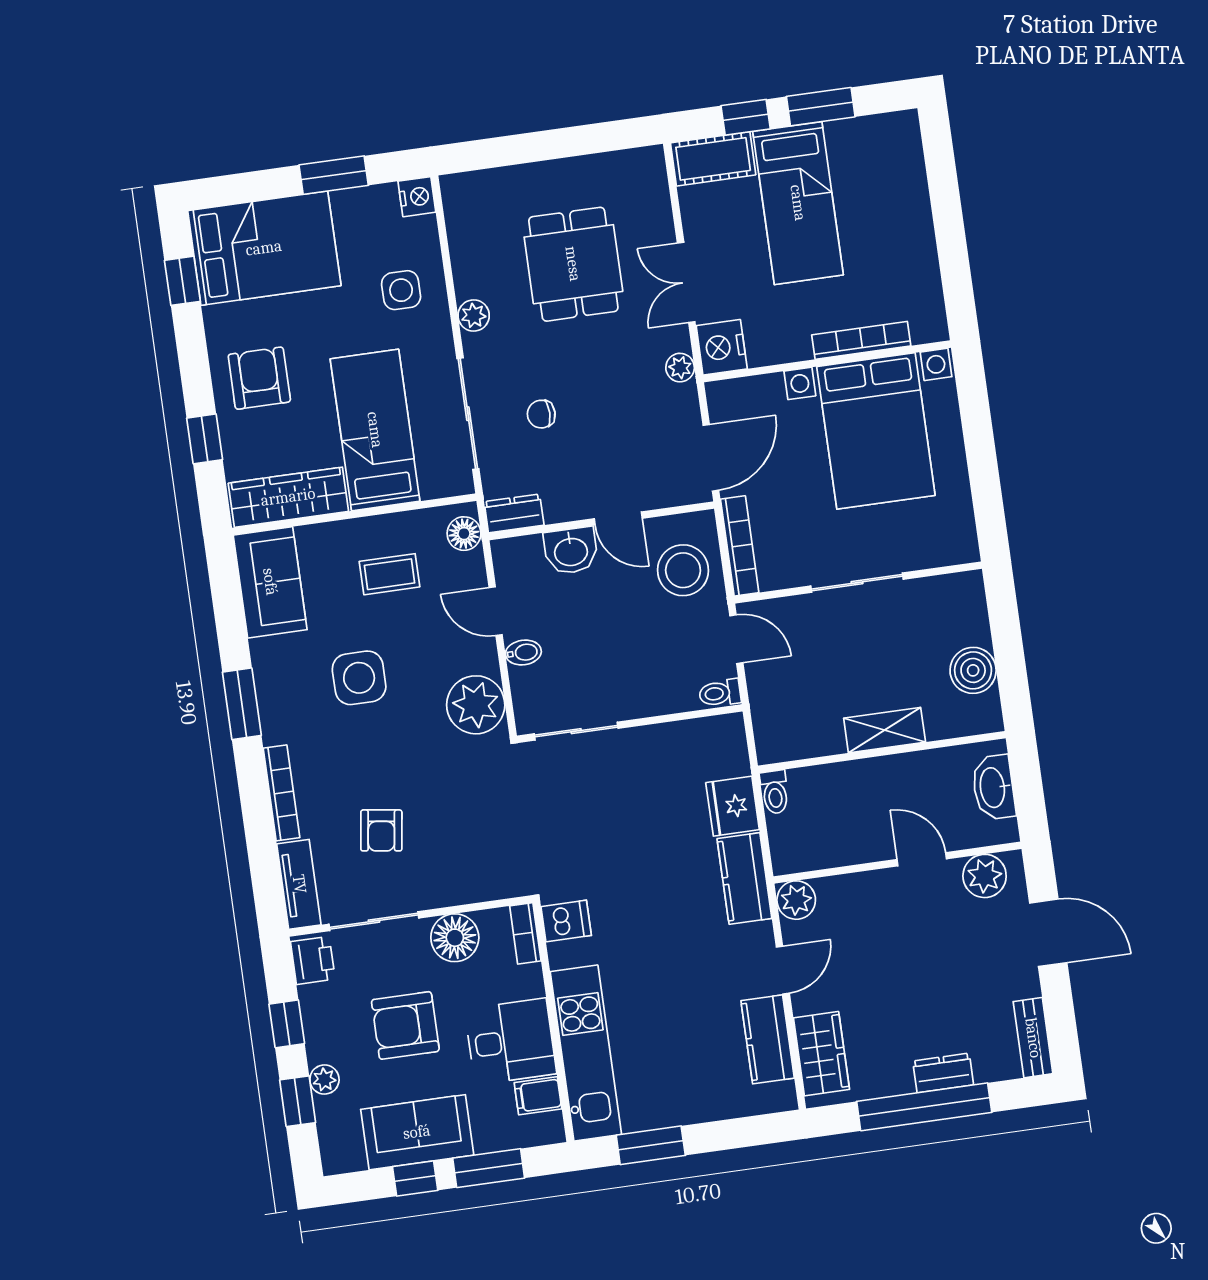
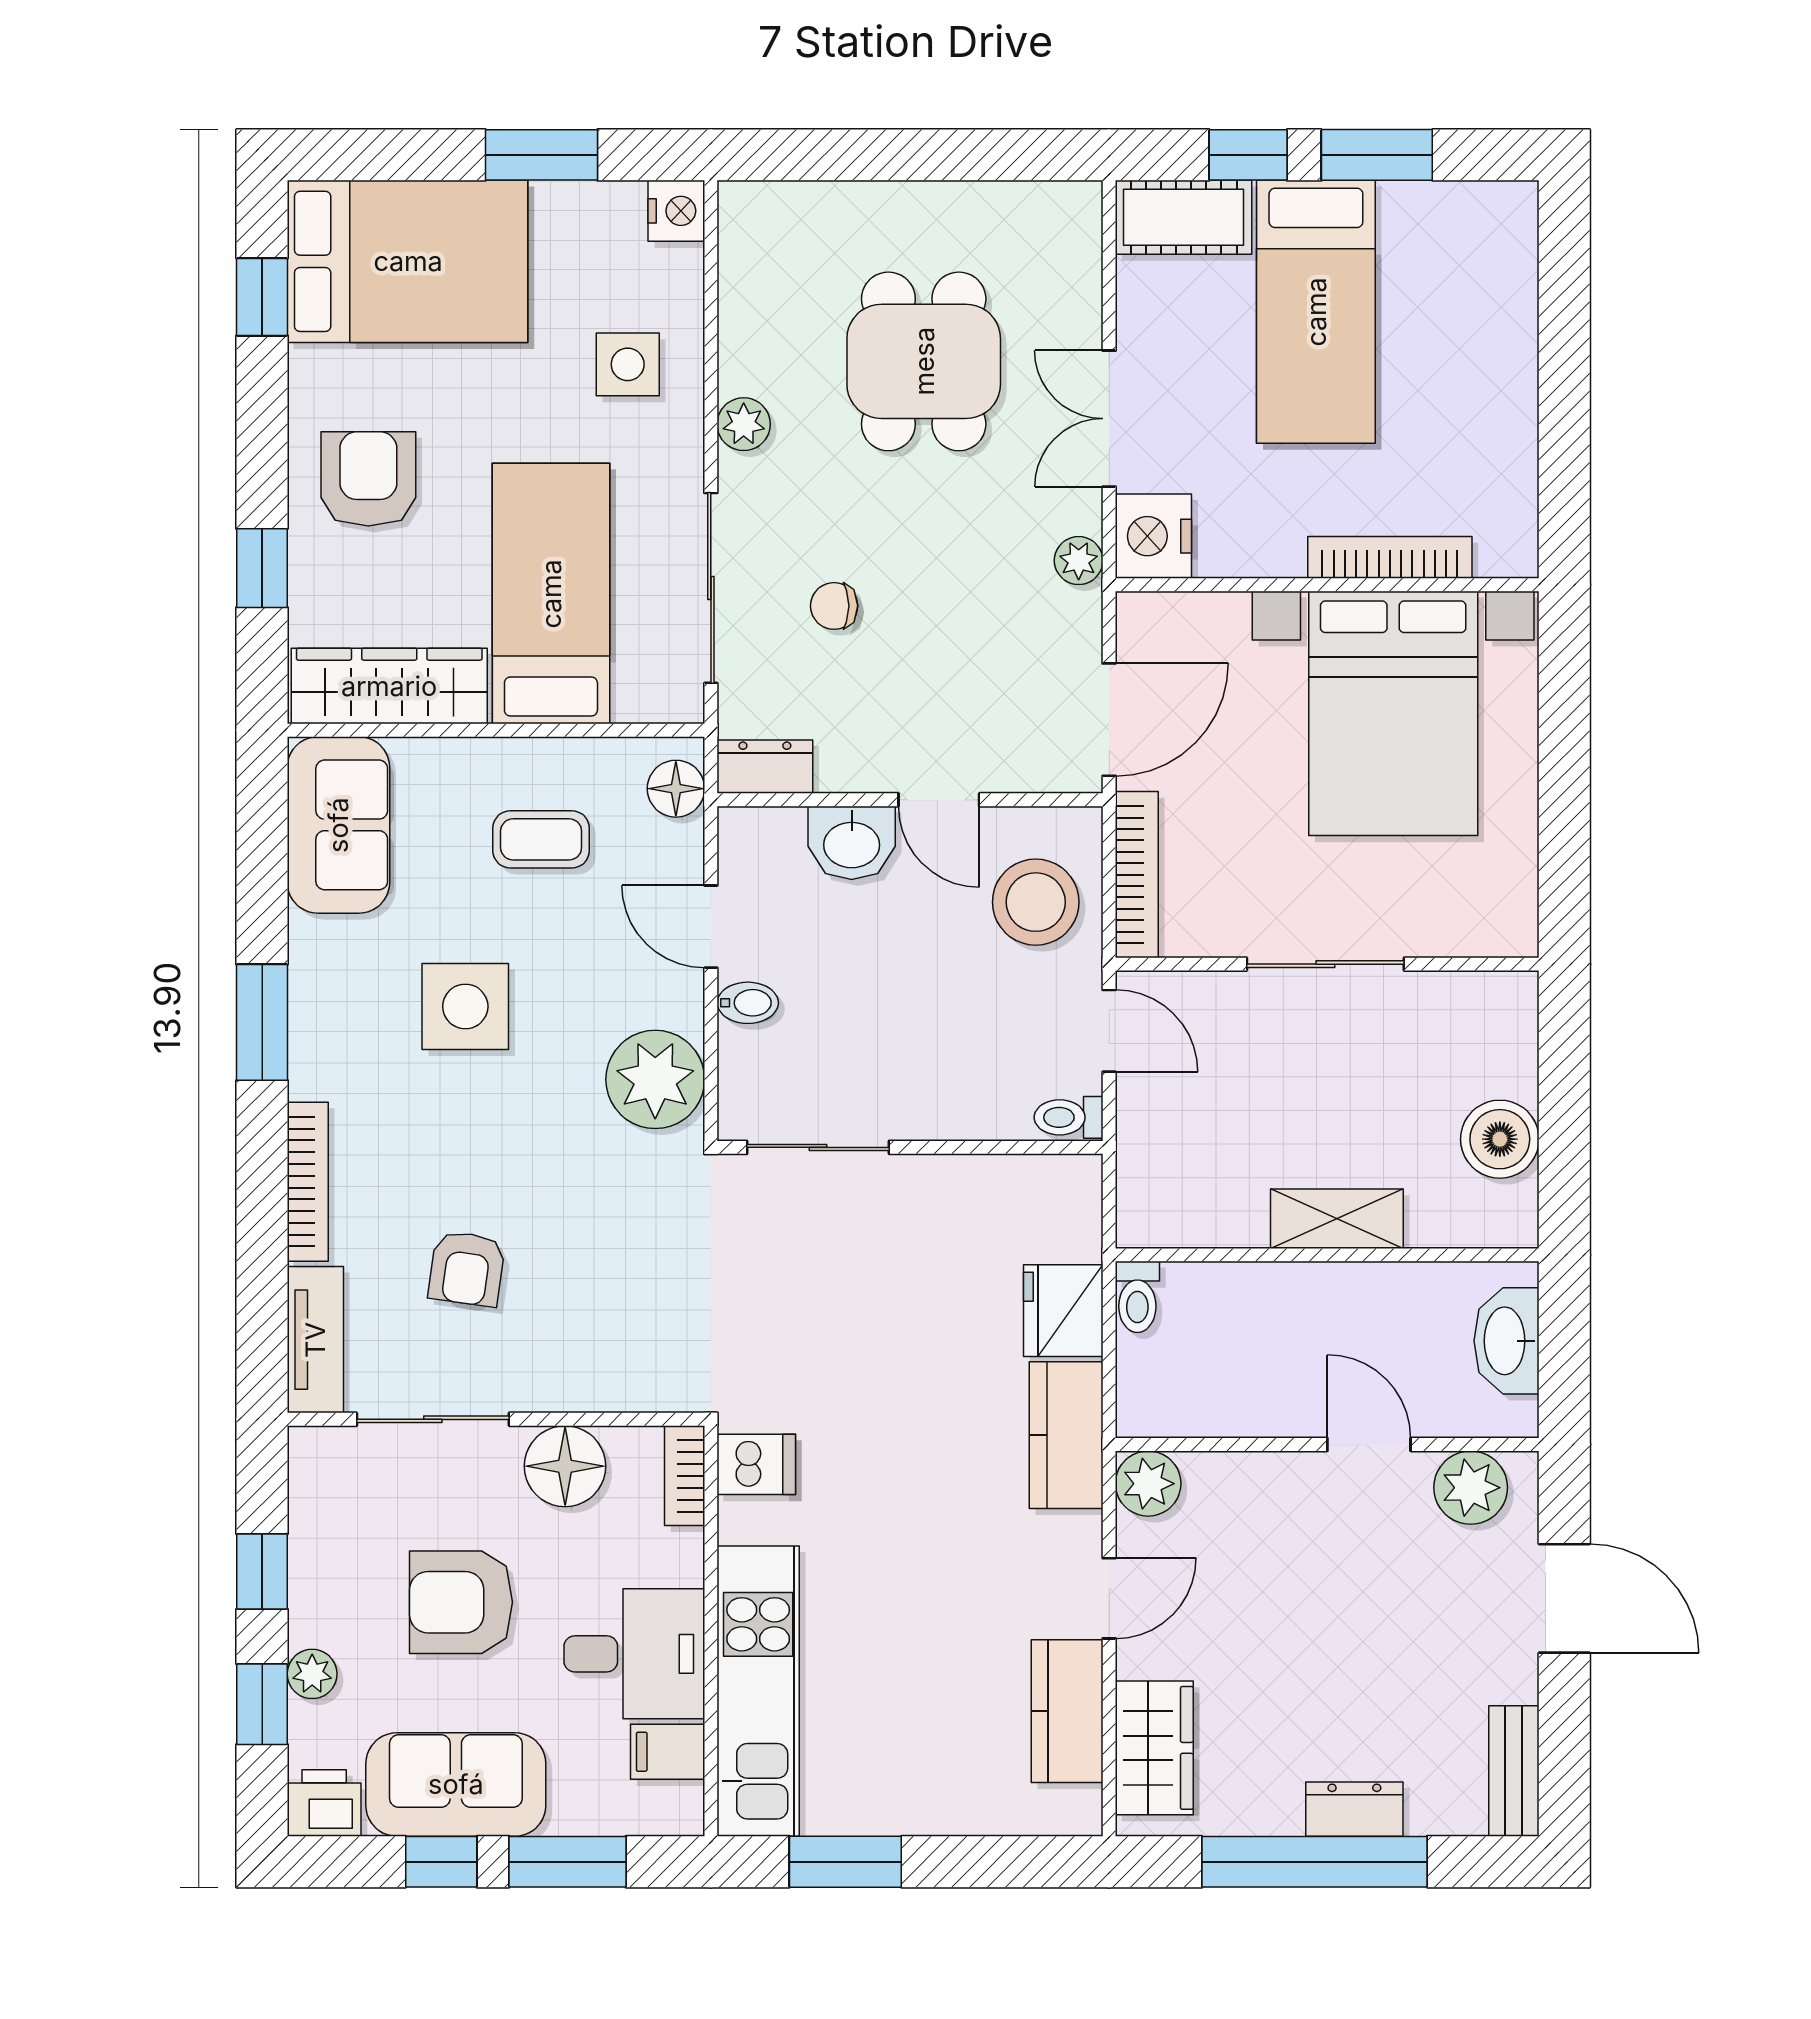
printer: (313, 960) -> (324, 1803), moved, turned -90

